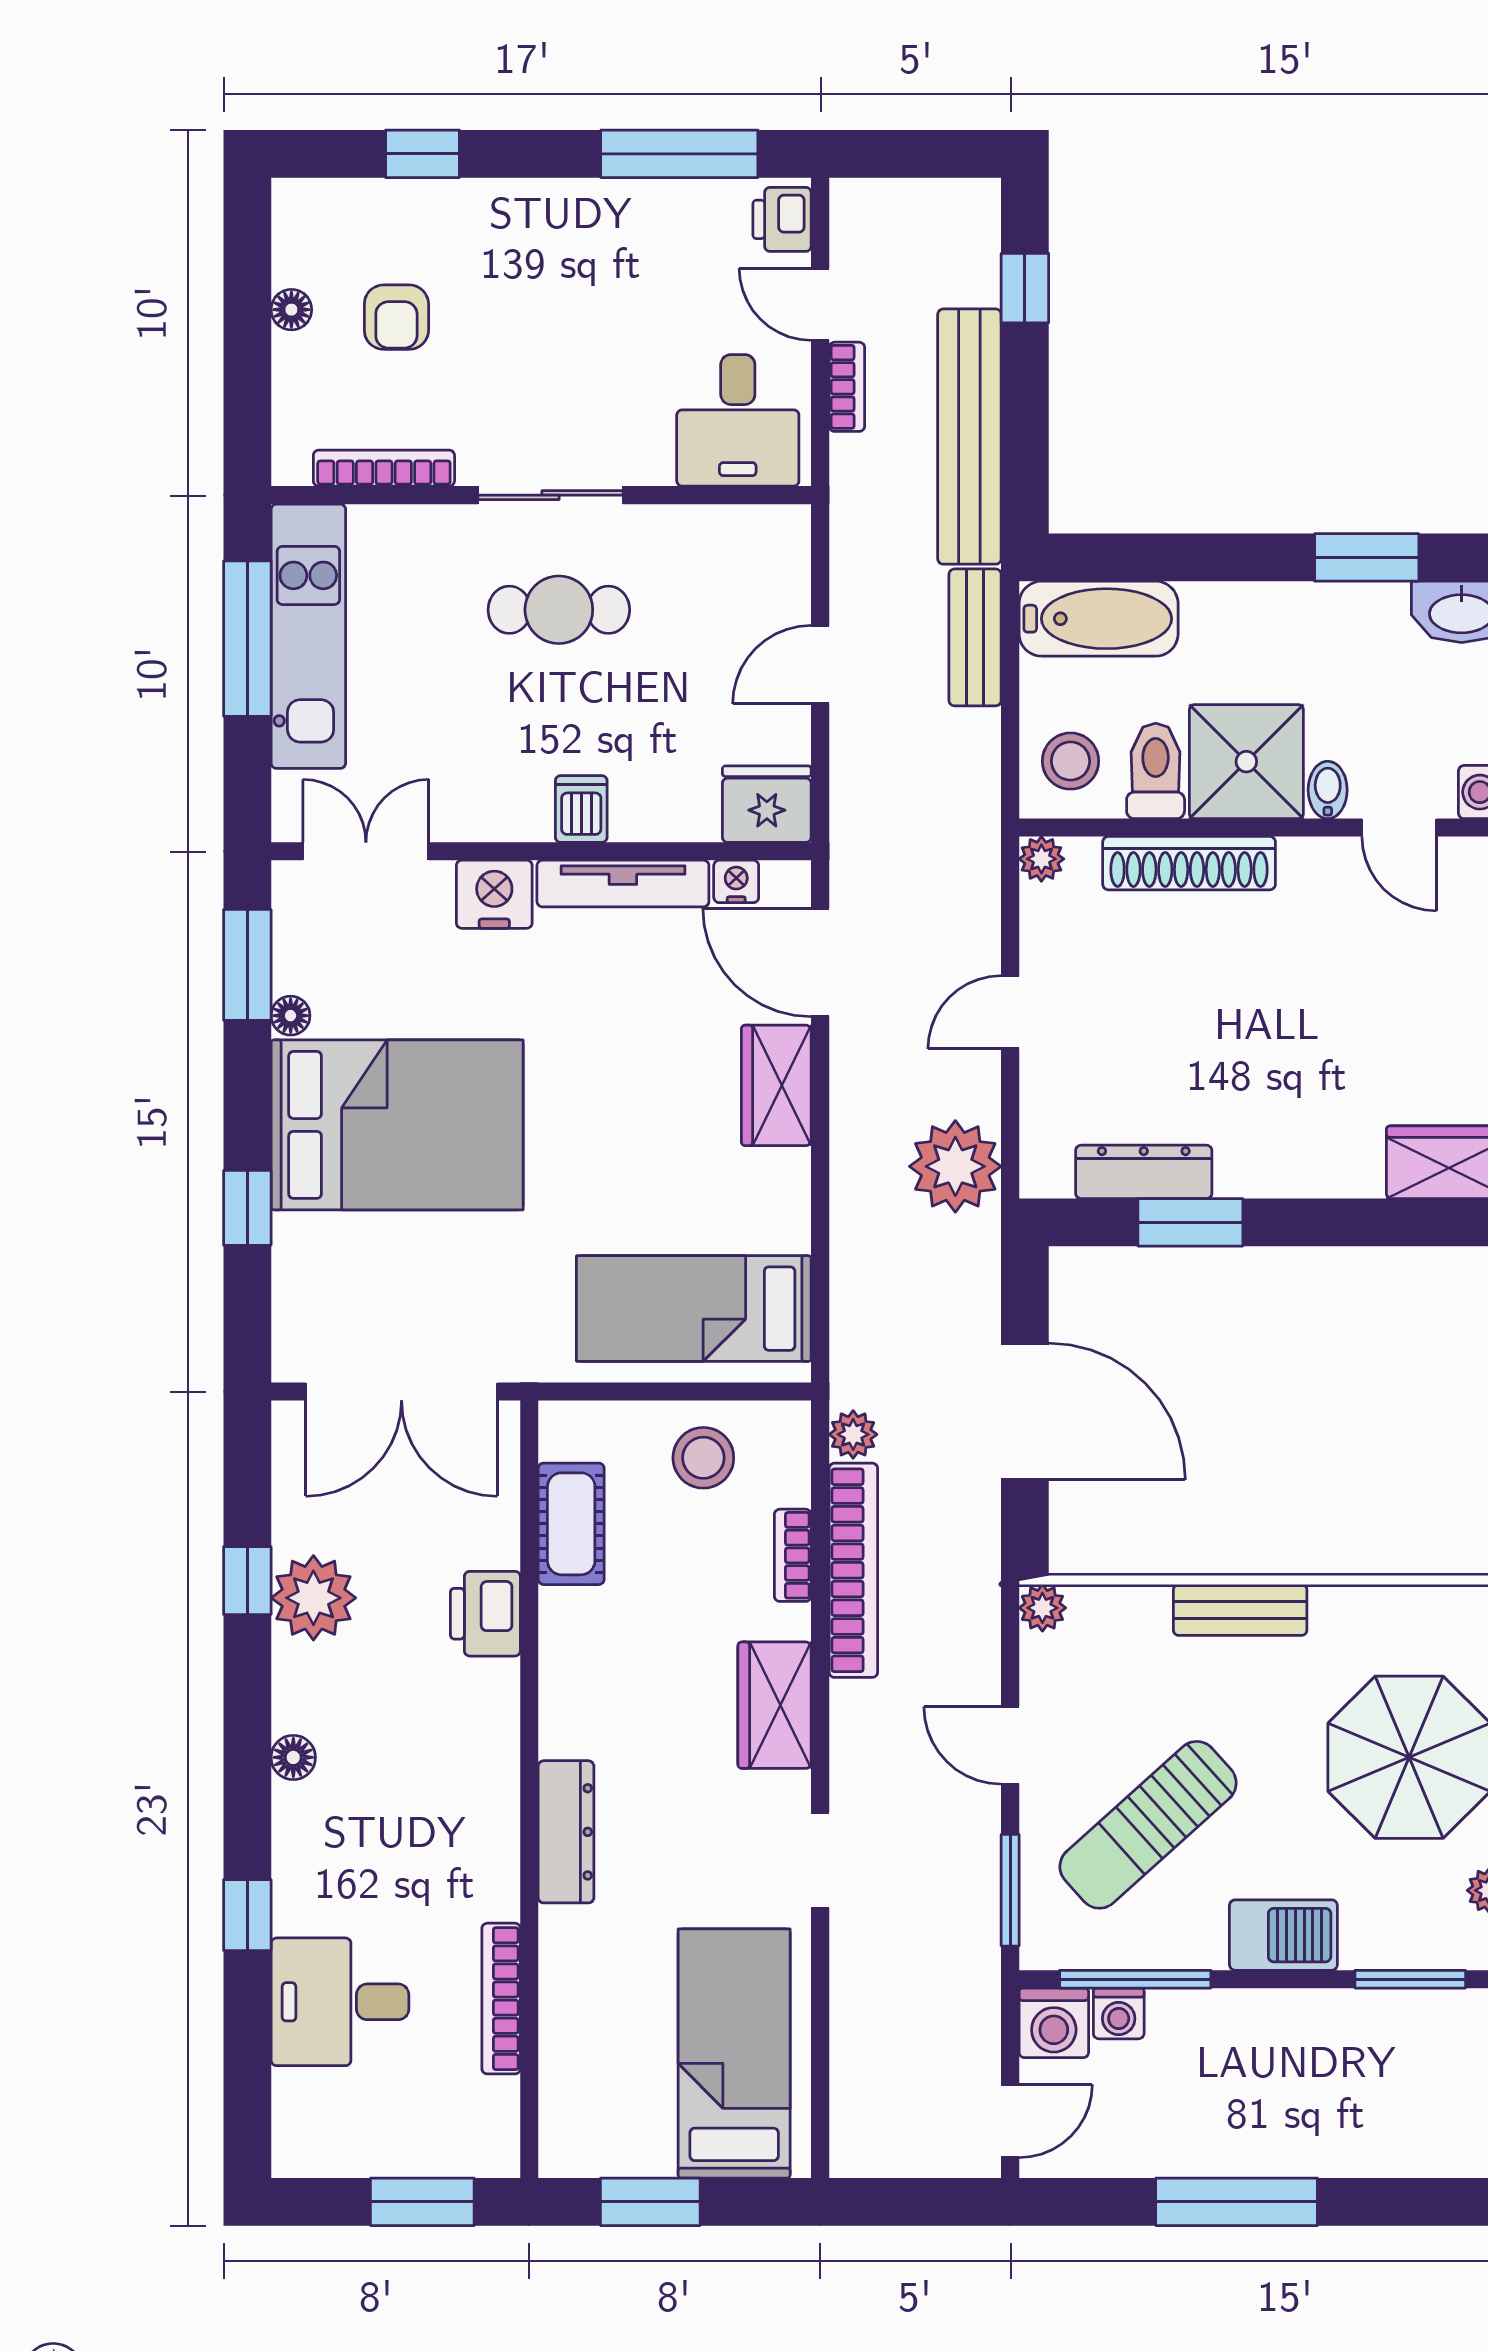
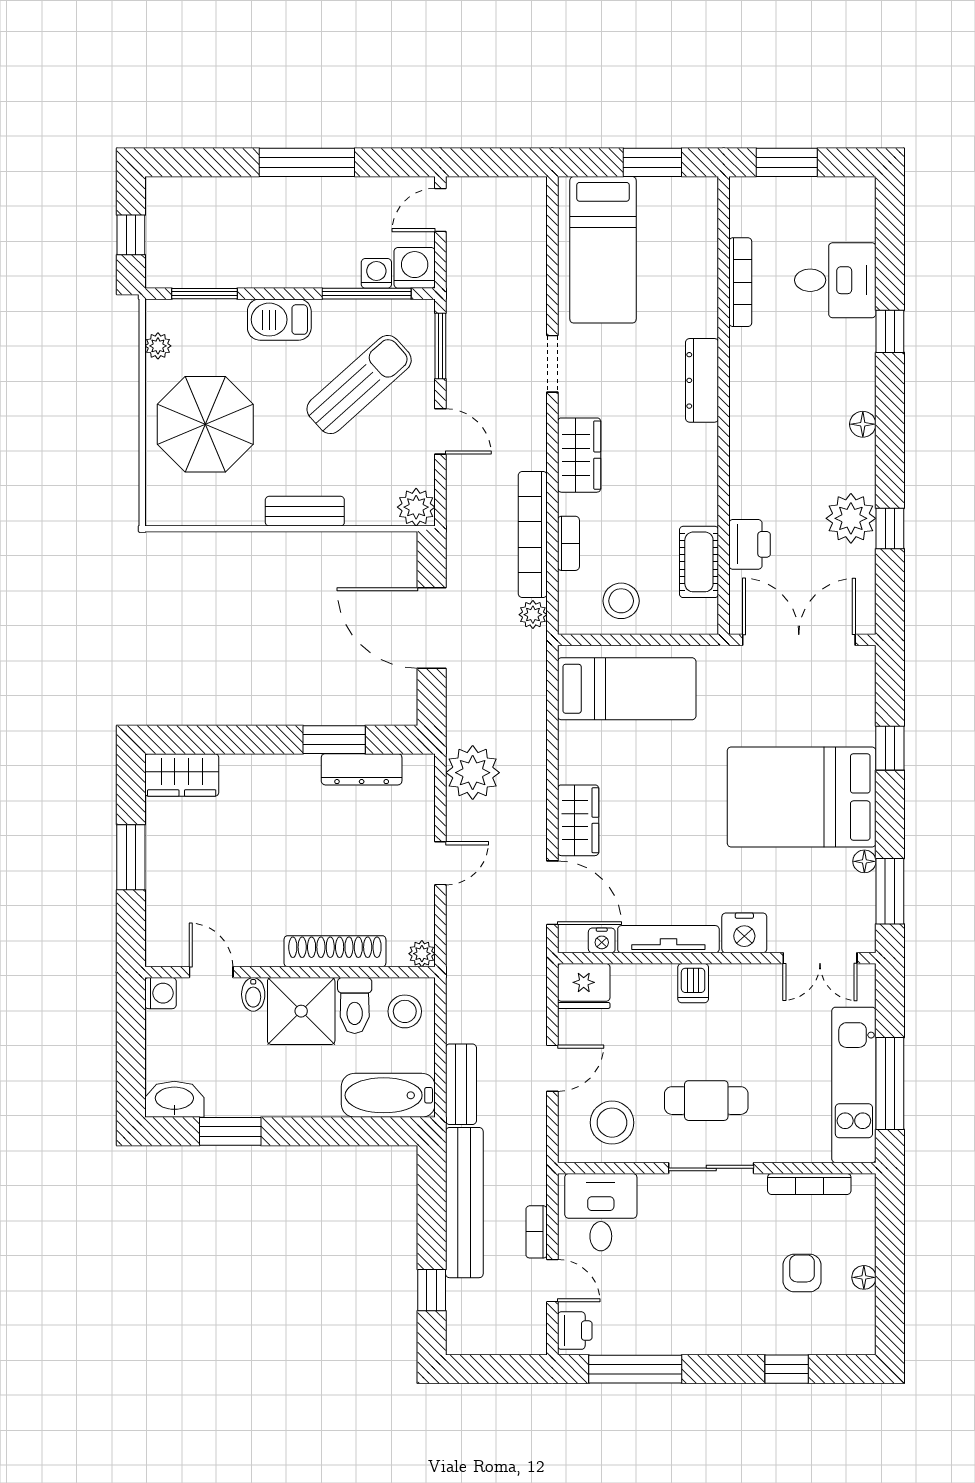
stool: (719, 572) -> (612, 1123), added
plant: (1042, 1608) -> (416, 507), width x1.38, depth x1.38
printer: (485, 1614) -> (750, 544), moved

